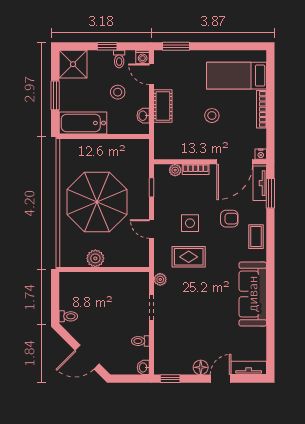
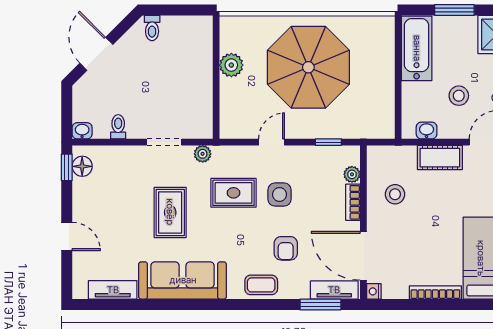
stool: (212, 116) -> (395, 194), moved
rug: (189, 257) -> (234, 193), turned 90
rug: (203, 303) -> (170, 212), added
floor lamp: (201, 367) -> (82, 166), moved
tv unit: (249, 368) -> (113, 290), moved, turned -90

